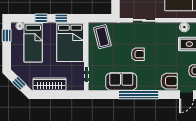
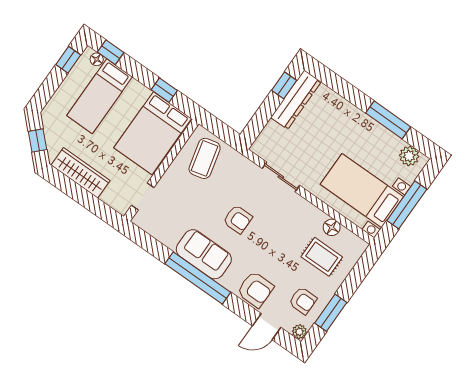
window: (41, 18) -> (111, 52), moved
sofa: (121, 82) -> (204, 254), moved

